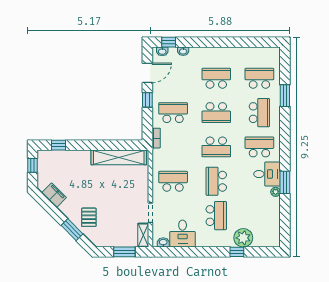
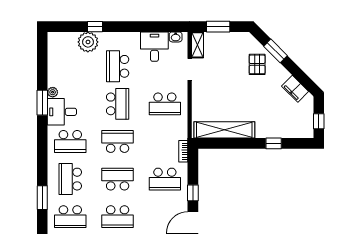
window: (59, 145) -> (274, 143), moved

